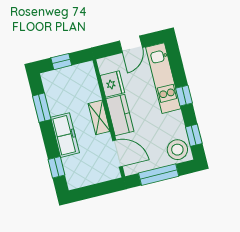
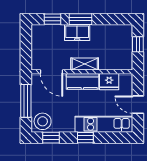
window: (42, 108) -> (81, 19), moved
freezer: (65, 135) -> (77, 32), width x0.71
door: (118, 153) -> (51, 72), hinge flipped

